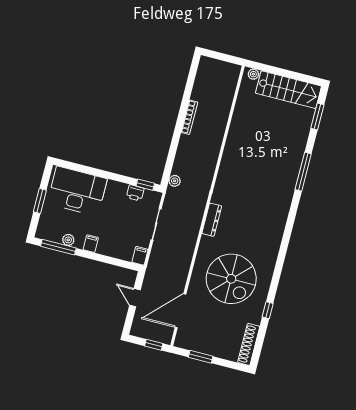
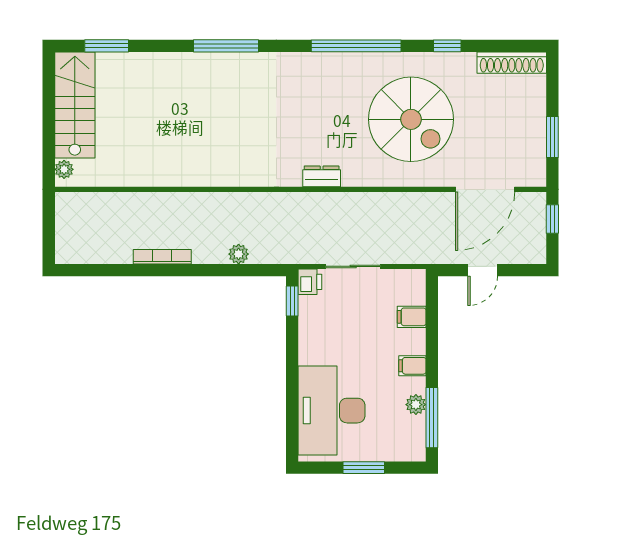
window: (303, 172) -> (226, 46), moved
plant: (175, 181) -> (239, 254), moved
printer: (135, 193) -> (310, 282), moved
dresser: (212, 220) -> (322, 176), width x0.70
filing cabinet: (140, 256) -> (412, 317), moved
window: (281, 258) -> (356, 46), added
spiral stairs: (231, 279) -> (411, 119), turned 90
door: (181, 311) -> (485, 189), hinge flipped

